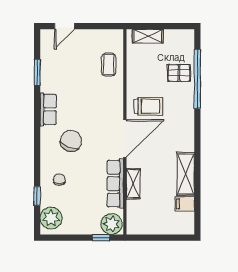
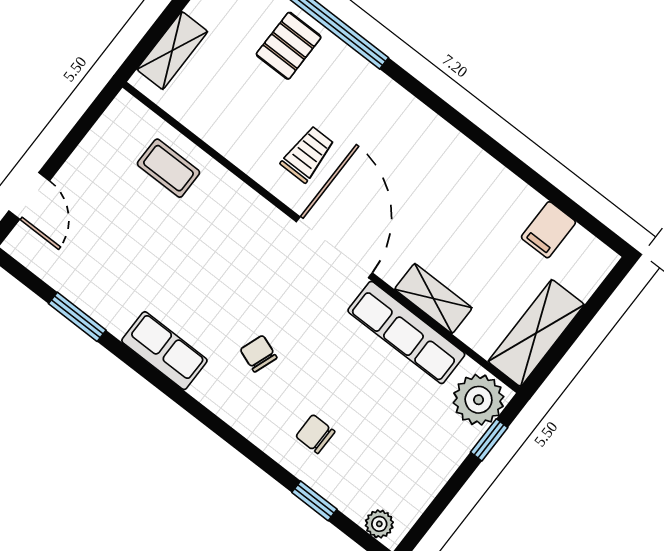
trolley: (148, 106) -> (308, 154), width x0.73, depth x0.72
chair: (71, 141) -> (259, 354), width x0.54, depth x0.54
shelving: (186, 174) -> (536, 333), moved, turned 90
plant: (51, 218) -> (379, 524), width x0.53, depth x0.53

